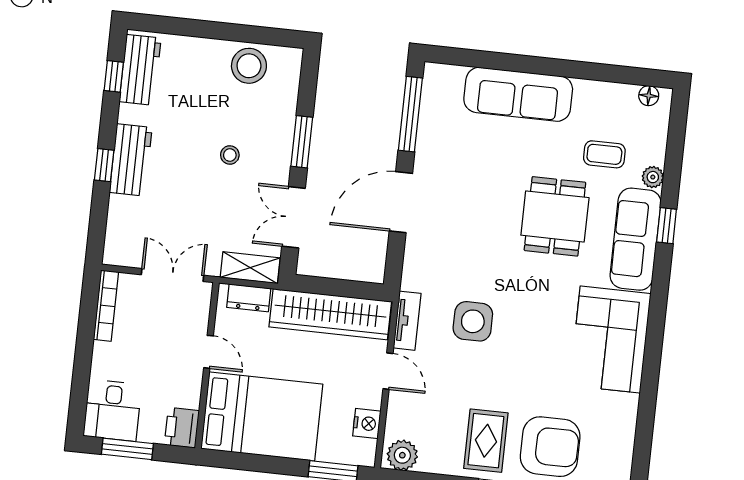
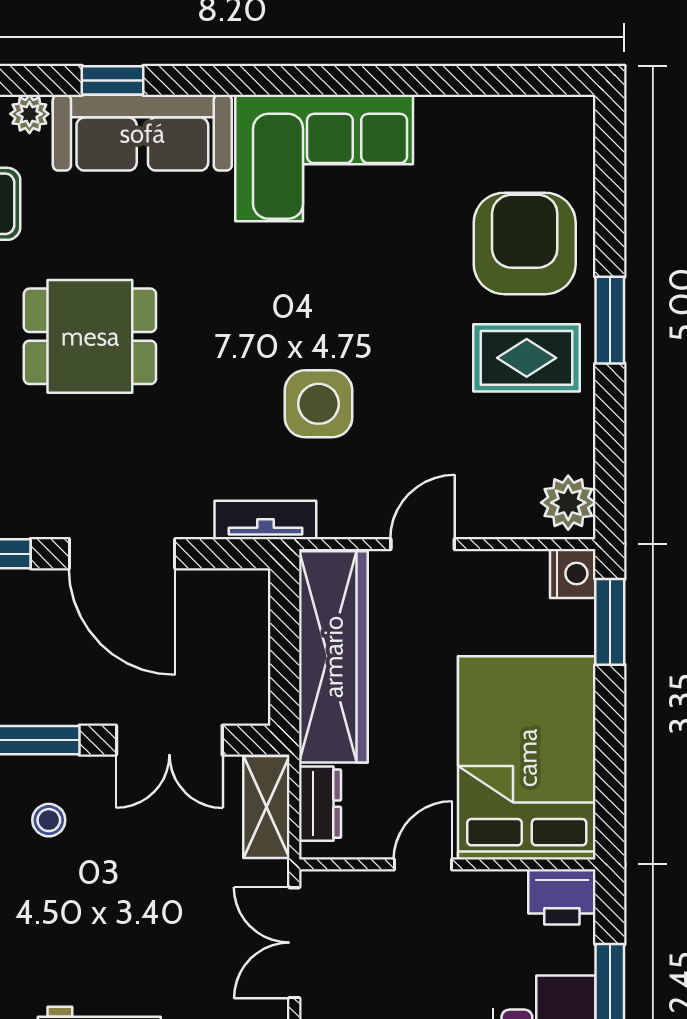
stool: (230, 155) -> (49, 820), moved
dining table: (555, 216) -> (90, 336), moved
tv unit: (407, 321) -> (265, 520), moved
nightstand: (367, 423) -> (573, 574), moved, turned 90

